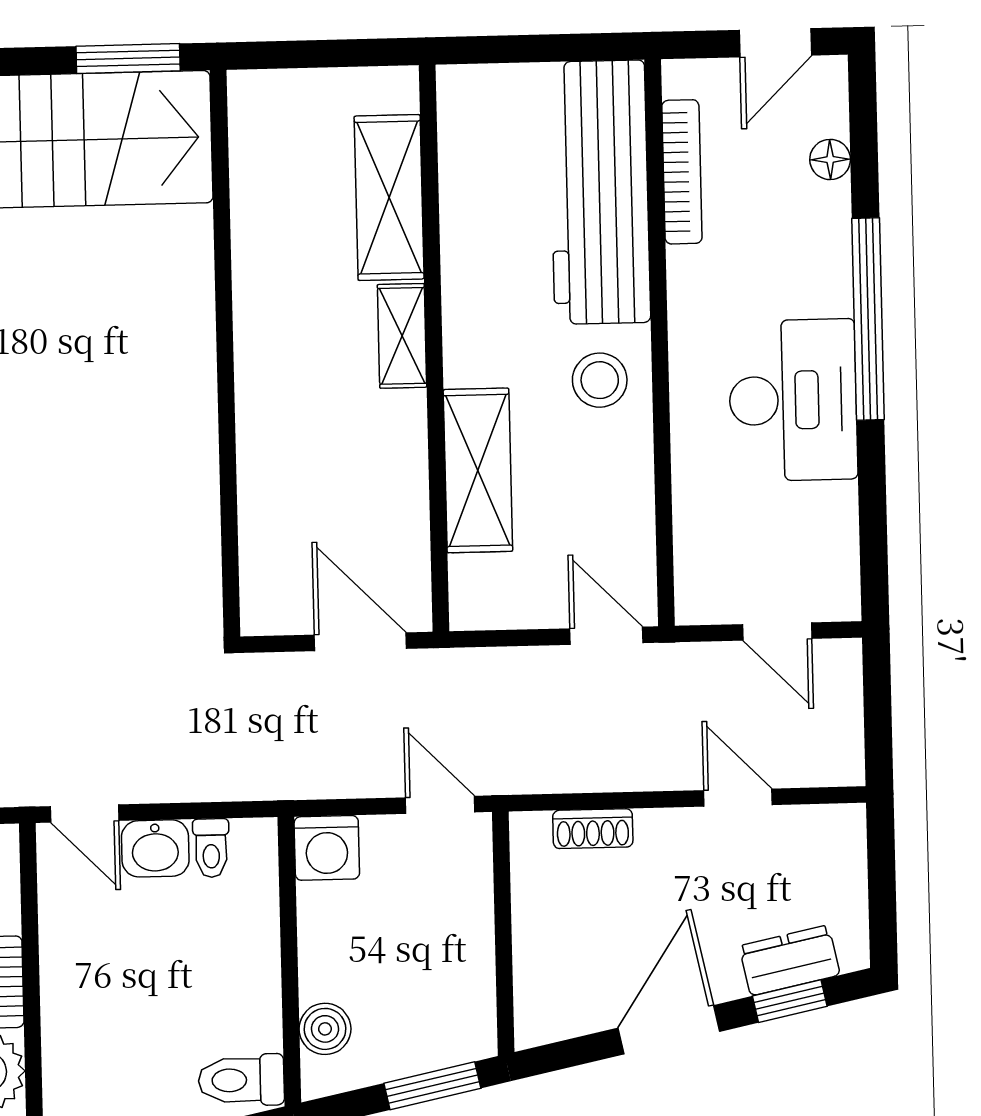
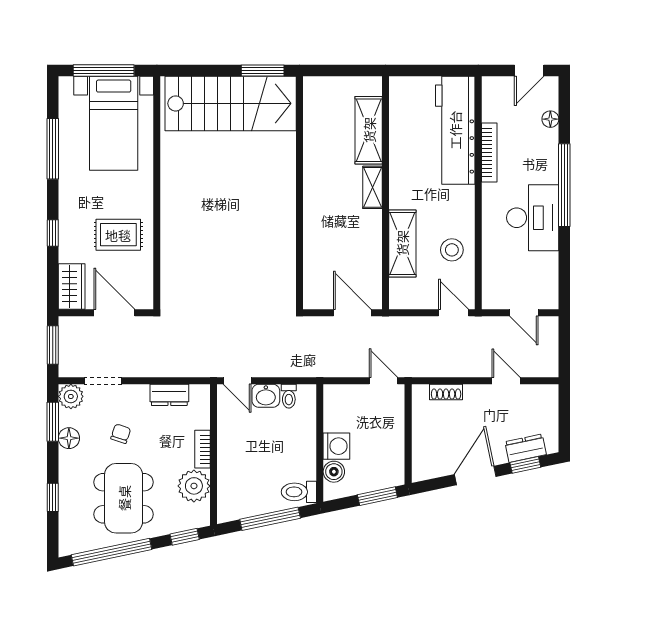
bookcase: (682, 172) -> (489, 152), moved
stool: (600, 380) -> (452, 250), moved
washing machine: (327, 848) -> (336, 446), moved, turned -90

